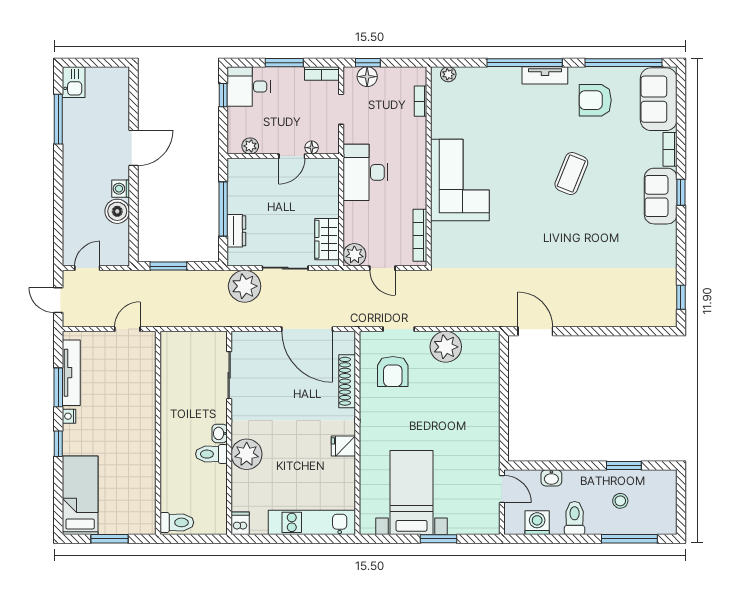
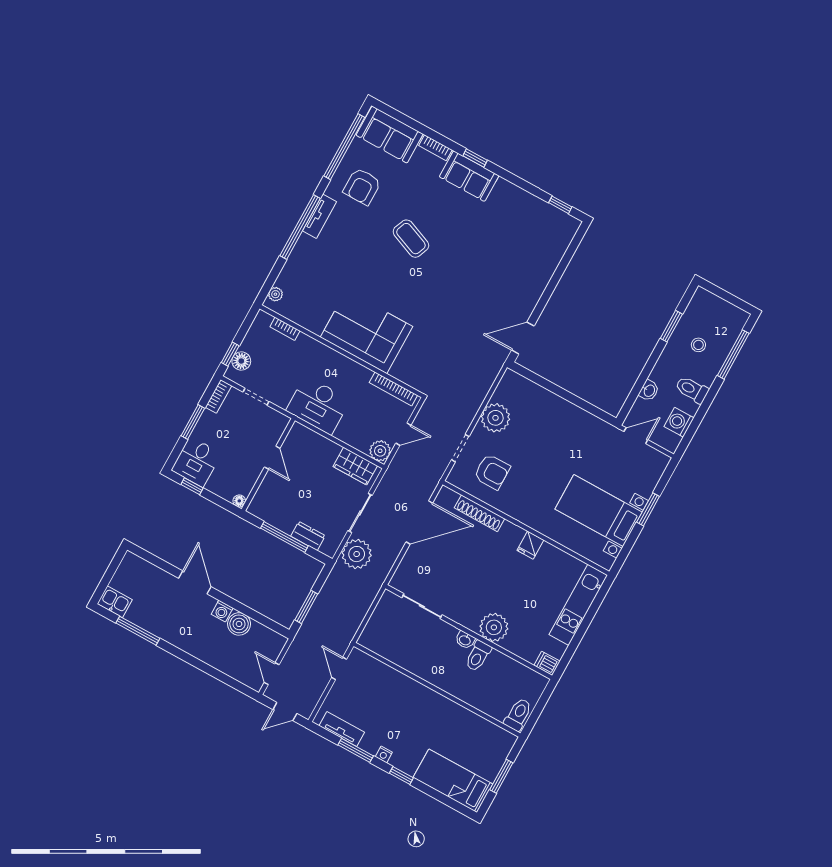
plant: (250, 146) -> (245, 487), removed
floor lamp: (312, 148) -> (239, 501), moved
tv unit: (71, 373) -> (342, 729), width x0.71

